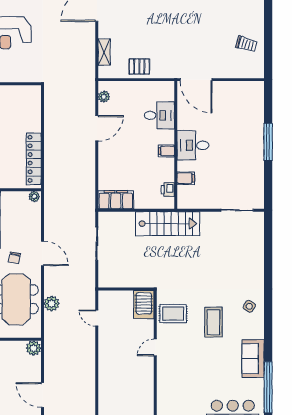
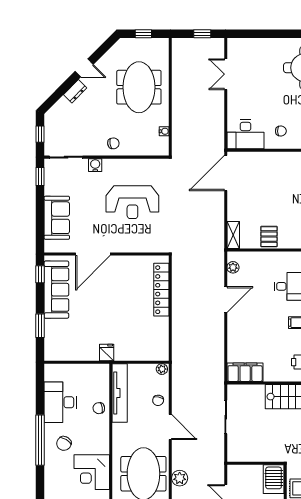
shelving: (104, 52) -> (233, 235), moved
pallet: (139, 66) -> (269, 237), turned 90
locker: (34, 159) -> (161, 290), moved
chair: (14, 258) -> (158, 400), moved

